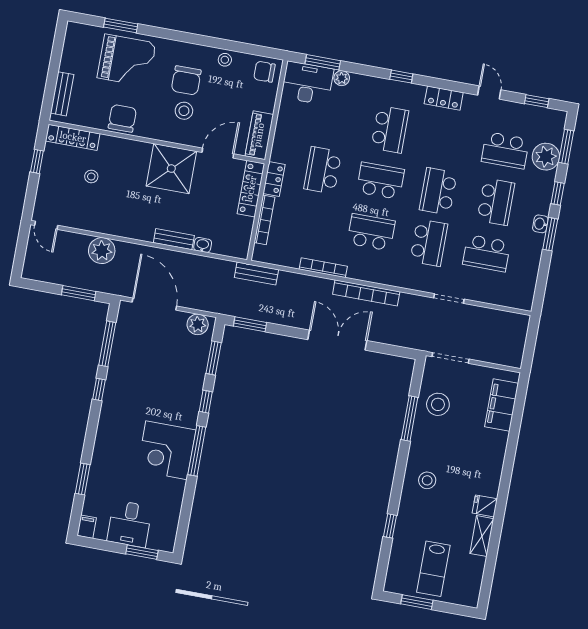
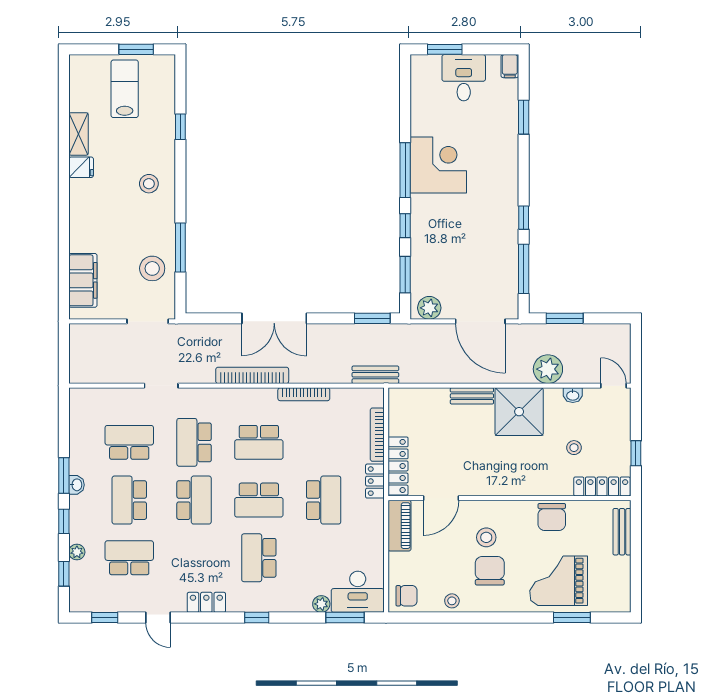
window: (566, 147) -> (64, 574), width x0.67
plant: (546, 157) -> (77, 552), width x0.53, depth x0.53
shower: (171, 169) -> (519, 412), moved
washbasin: (203, 245) -> (573, 395), moved

